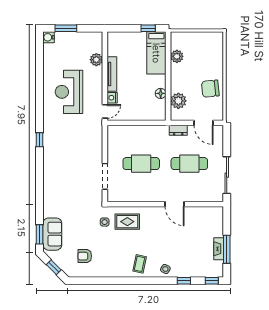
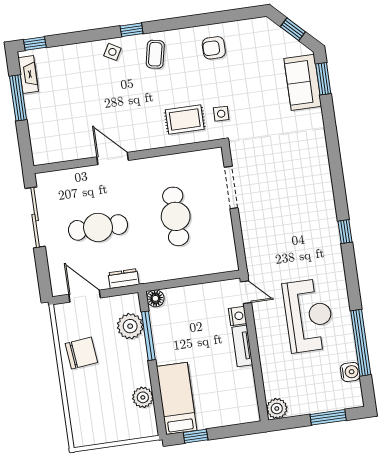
water cooler: (49, 37) -> (350, 372), moved
plant: (96, 60) -> (277, 409), moved
window: (40, 71) -> (361, 343), added
tv unit: (112, 74) -> (242, 346), width x0.71
floor lamp: (161, 93) -> (155, 298), moved
window: (168, 93) -> (148, 336), added
door: (105, 111) -> (246, 292), swing flipped
cafe table: (141, 164) -> (176, 216), turned 90
fireplace: (219, 249) -> (28, 75), moved
armchair: (85, 256) -> (214, 48), moved, turned 180
window: (184, 281) -> (132, 30), moved

